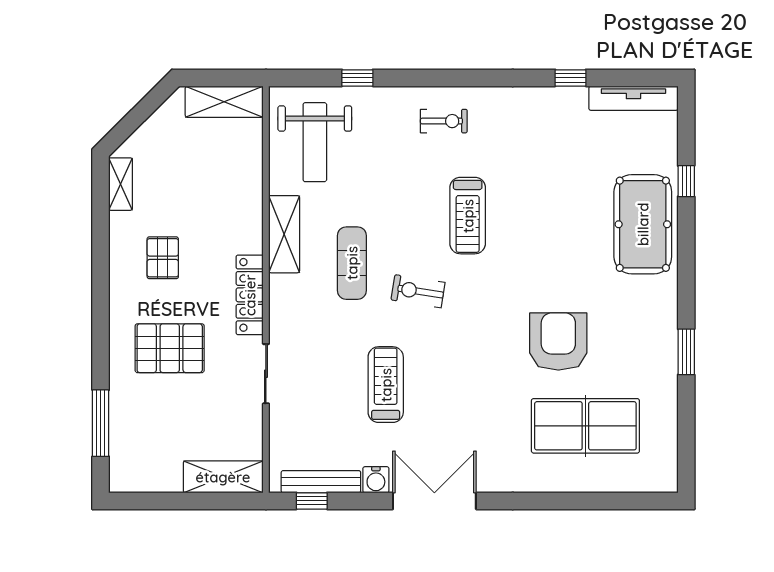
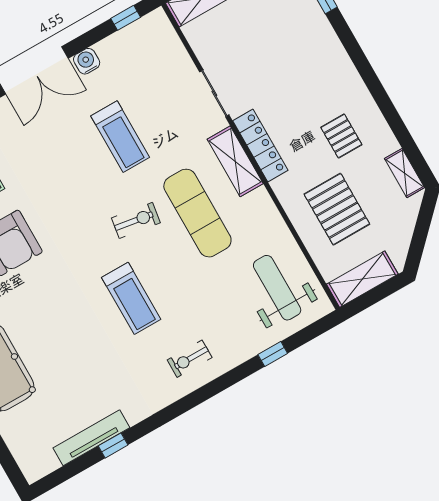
tv unit: (633, 98) -> (91, 438), moved
treadmill: (468, 216) -> (131, 298), turned 180
shelving: (284, 234) -> (235, 161), moved
exercise mat: (352, 263) -> (197, 213), width x1.36, depth x1.45
pallet: (170, 348) -> (337, 209), moved, turned 90
bench: (321, 482) -> (127, 36), removed

